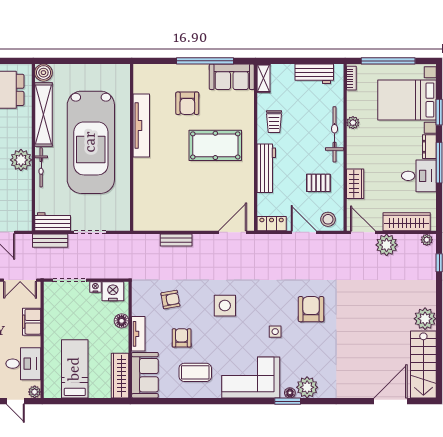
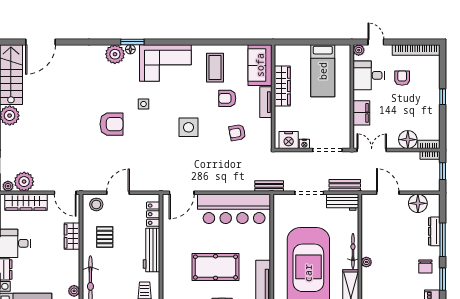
pool table: (215, 145) -> (215, 267), moved
plant: (21, 160) -> (366, 262), width x0.53, depth x0.53
pallet: (318, 183) -> (105, 237), turned 90
bar counter: (174, 214) -> (234, 209), added
locker: (272, 224) -> (153, 214), moved, turned 90
door: (304, 232) -> (118, 193), swing flipped
bench: (176, 240) -> (269, 186), moved
plant: (387, 245) -> (24, 182), moved
armchair: (311, 309) -> (111, 124), turned -90
floor lamp: (122, 321) -> (281, 114), removed
armchair: (182, 338) -> (227, 98), turned 90
coffee table: (195, 372) -> (215, 68), turned 90
wardrobe: (120, 376) -> (282, 86), moved

